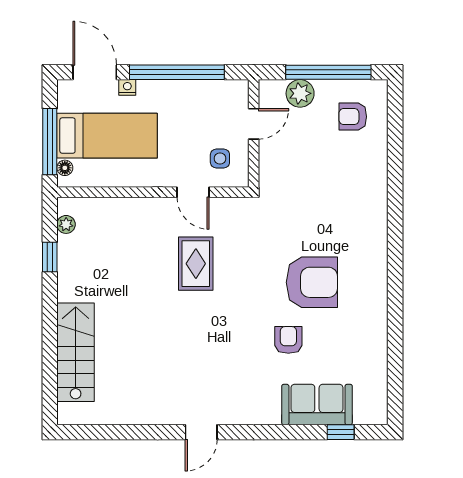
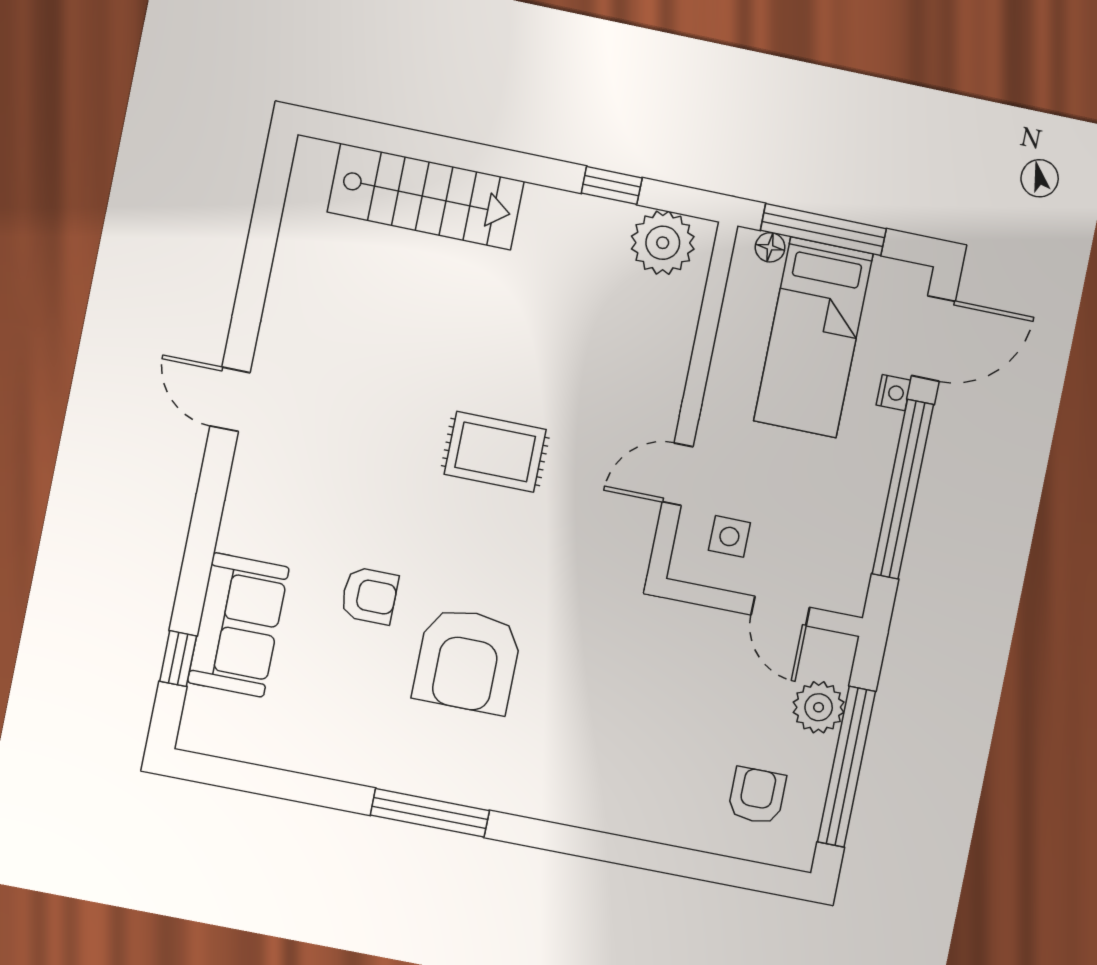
plant: (66, 224) -> (663, 243), width x1.87, depth x1.87
rug: (196, 264) -> (495, 452), moved
window: (395, 286) -> (430, 813), added

